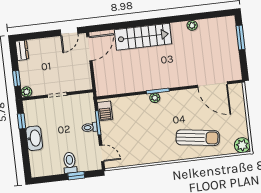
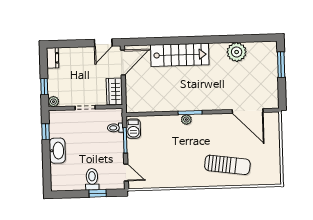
plant: (192, 25) -> (237, 52), width x1.88, depth x1.88
wardrobe: (84, 77) -> (114, 91), added
toilet: (90, 127) -> (115, 128), moved
plant: (242, 145) -> (273, 177), removed

